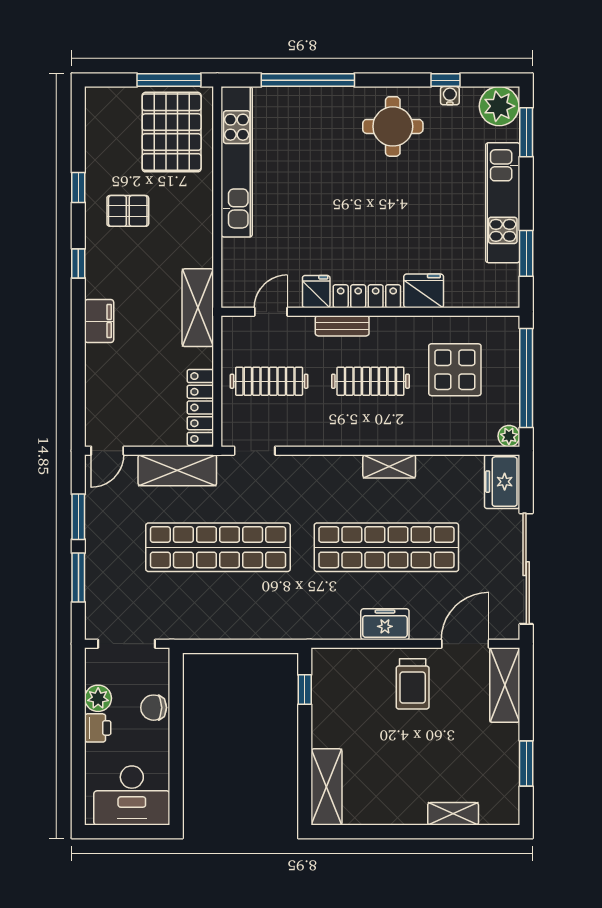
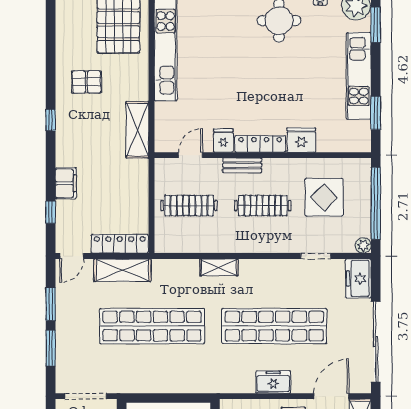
window: (78, 187) -> (51, 212), moved
shelving: (198, 308) -> (137, 130), moved
filing cabinet: (99, 321) -> (66, 183), moved
locker: (200, 408) -> (120, 244), moved, turned 90
doorway: (255, 451) -> (316, 256), moved
shelving: (389, 466) -> (219, 267), moved

